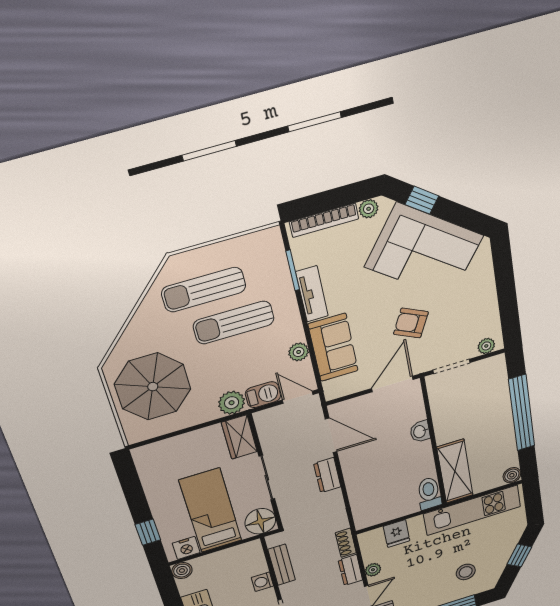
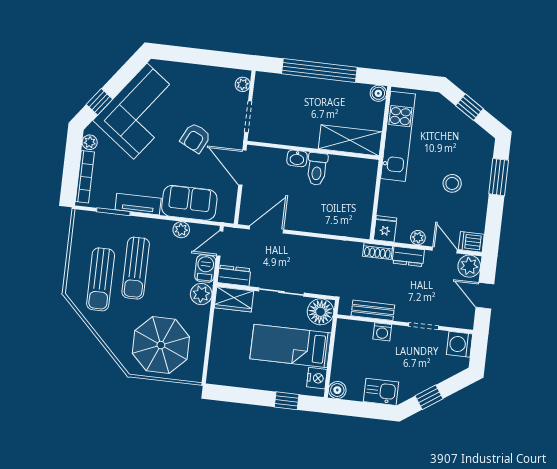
dresser: (327, 475) -> (234, 276), moved, turned 180
toilet: (429, 493) -> (317, 169), moved, turned -90
fridge: (397, 534) -> (385, 229), moved, turned -90
stool: (466, 572) -> (452, 183), moved

